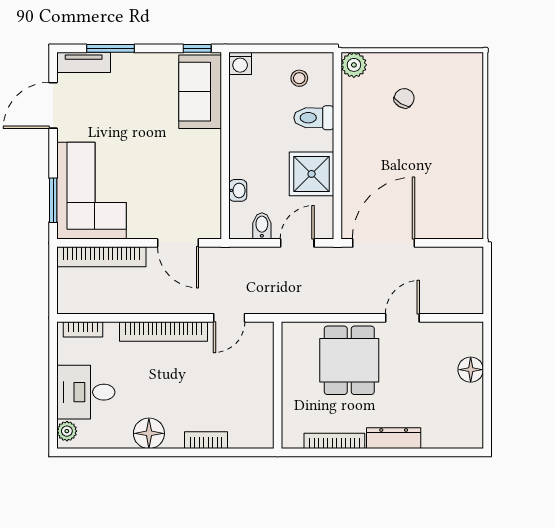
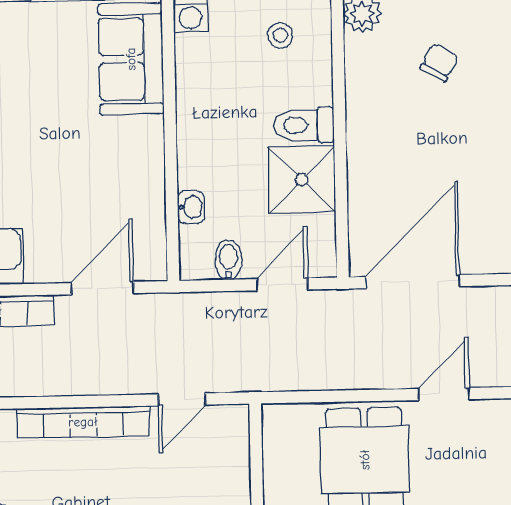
toilet: (314, 118) -> (304, 125), moved
door: (178, 243) -> (102, 288), swing flipped

